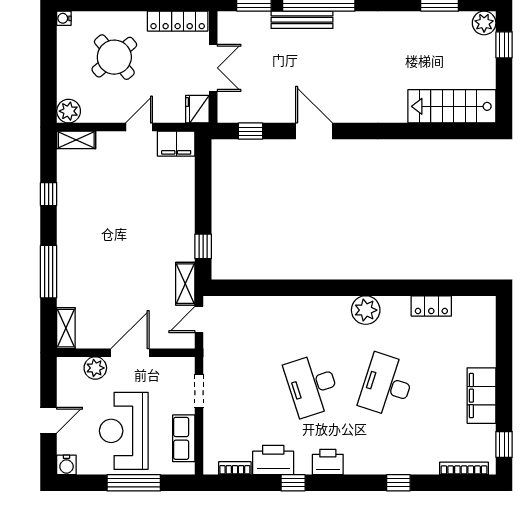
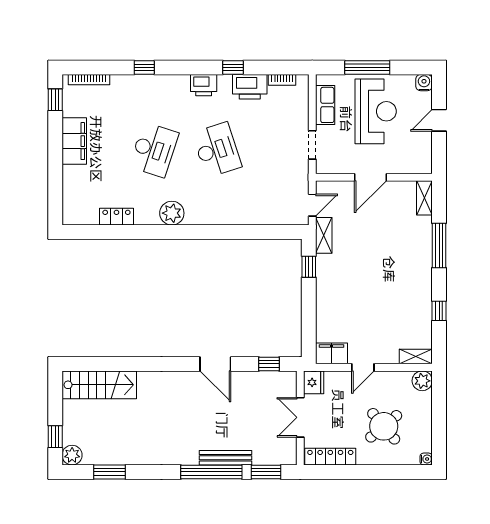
plant: (95, 368) -> (400, 164), removed

